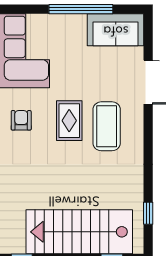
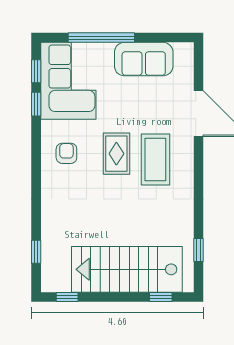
window: (81, 9) -> (101, 38), moved
sofa: (116, 30) -> (144, 59), moved

